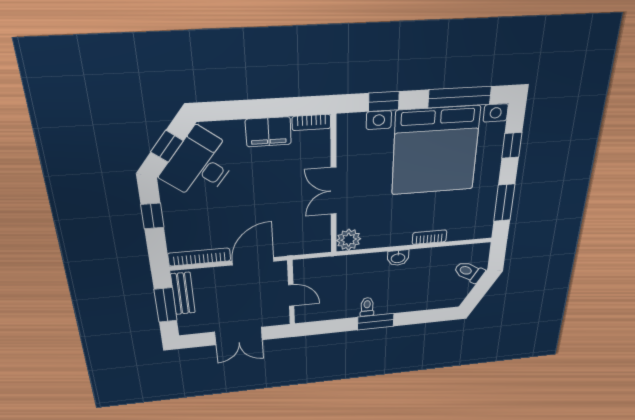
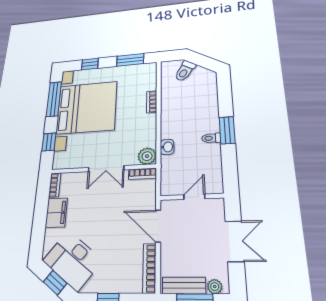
bookcase: (324, 237) -> (142, 174), added
washbasin: (398, 258) -> (167, 147), moved
plant: (186, 322) -> (215, 287), added

